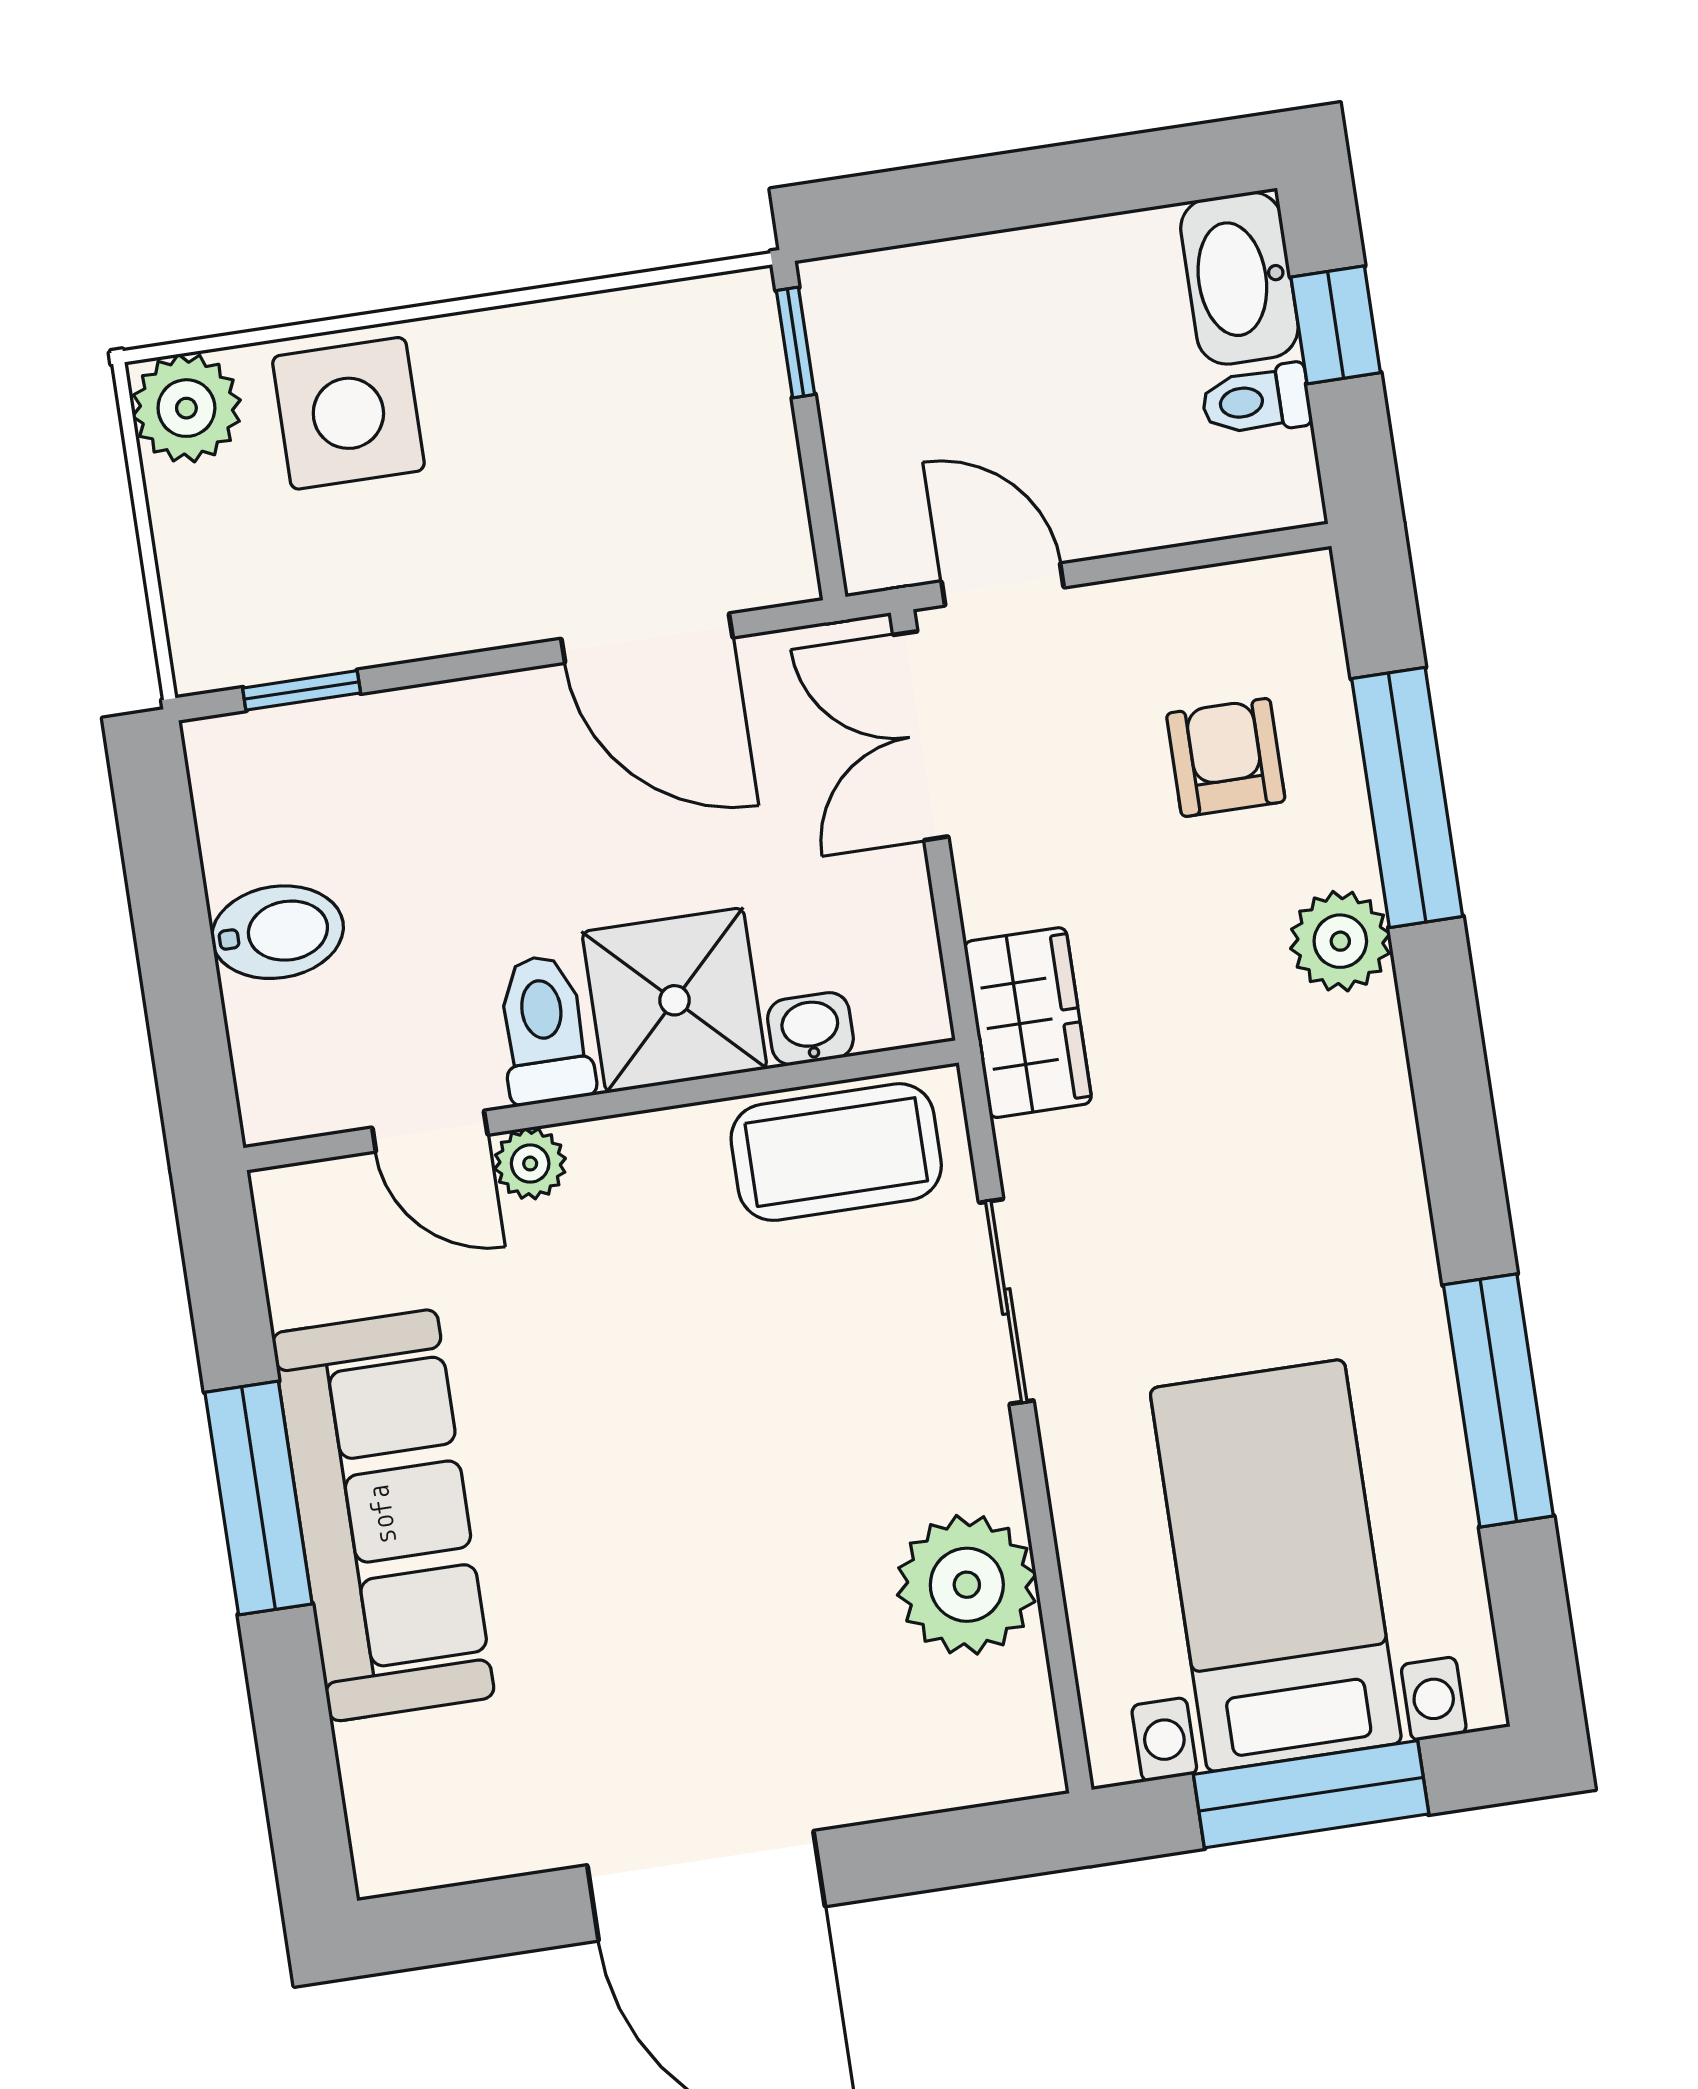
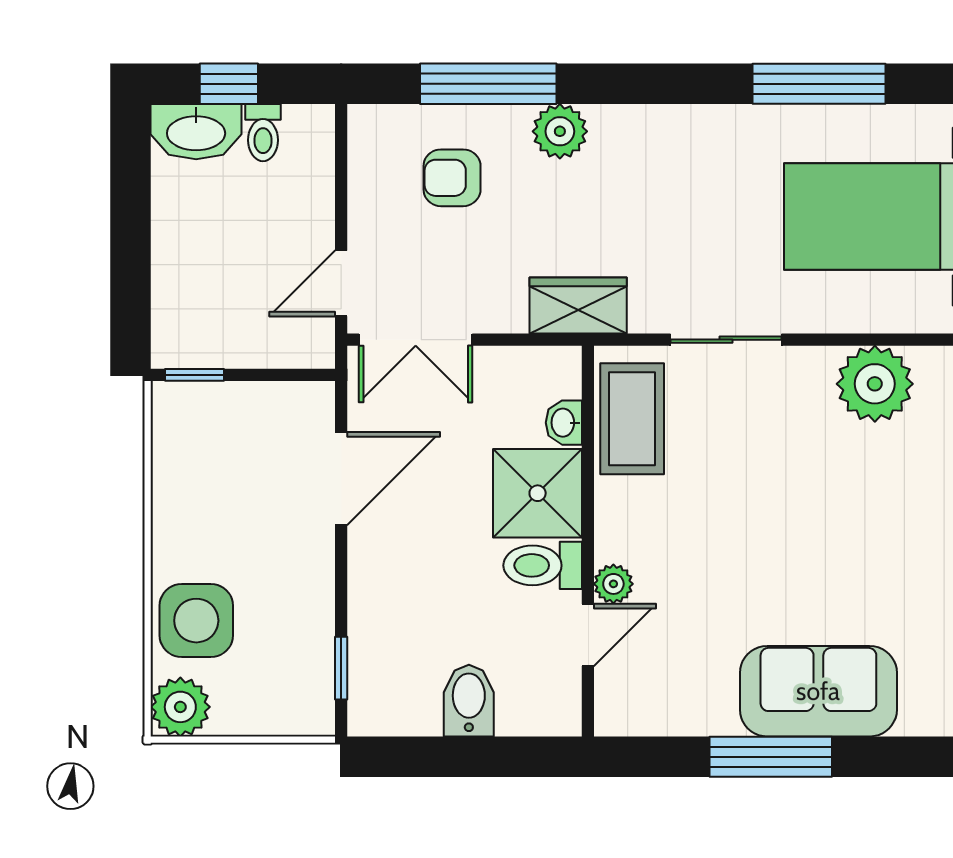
sofa: (383, 1515) -> (818, 691), width x0.73

